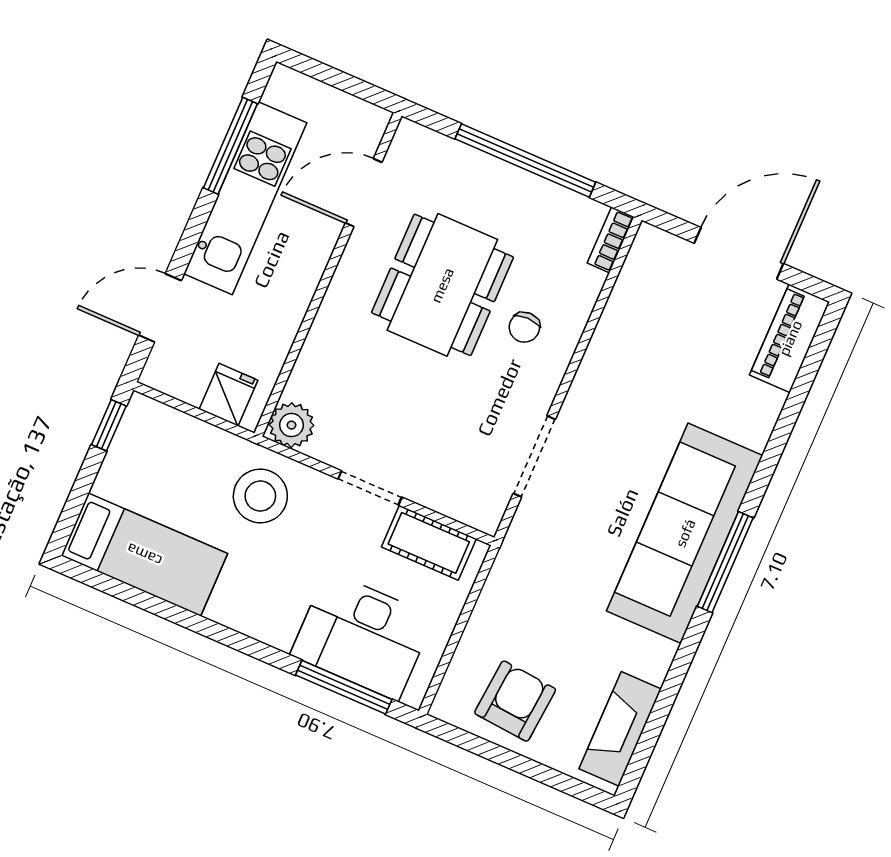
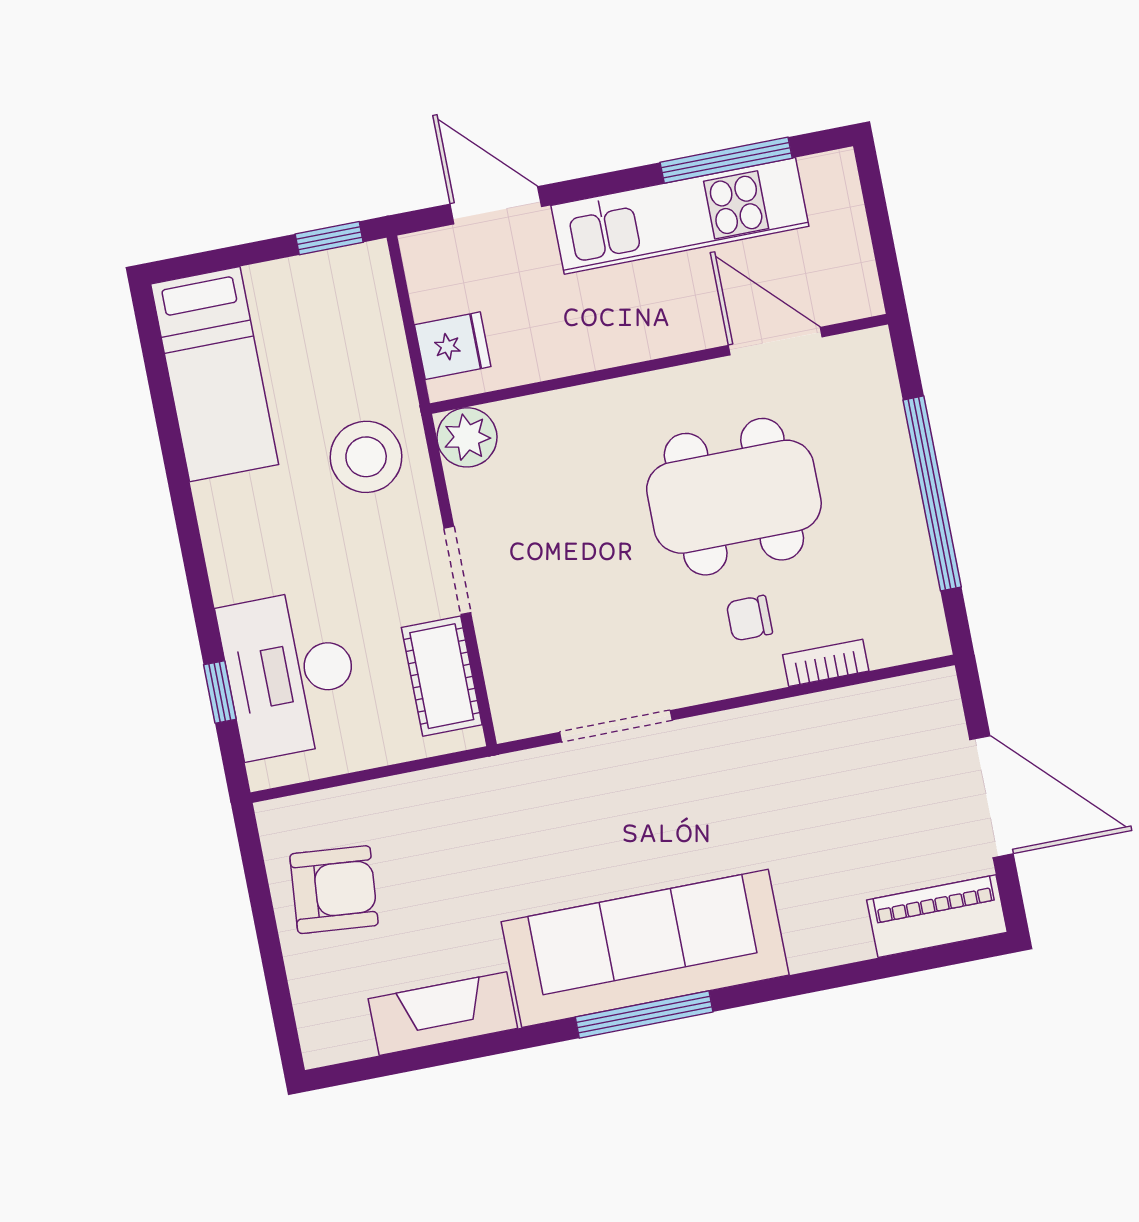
bookcase: (611, 240) -> (826, 663), moved
window: (344, 687) -> (220, 692), width x0.46
fireplace: (620, 729) -> (443, 1014), moved

